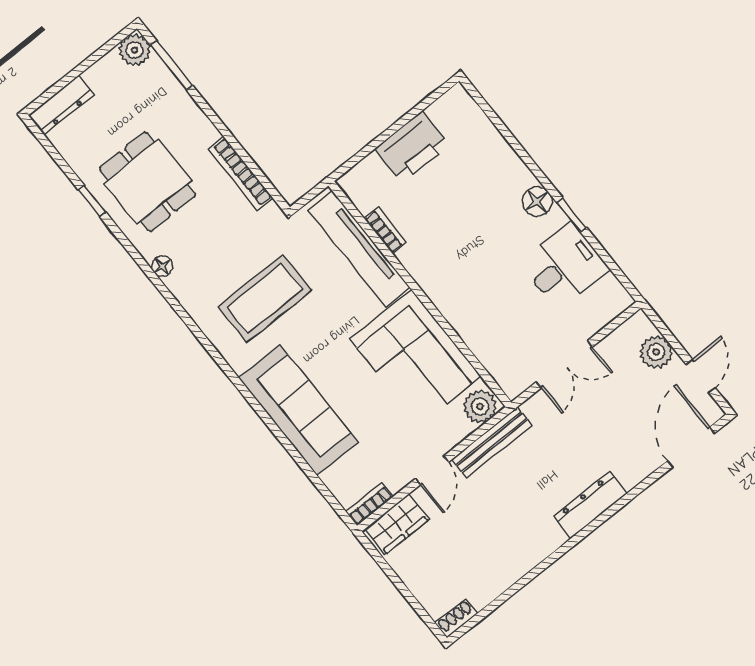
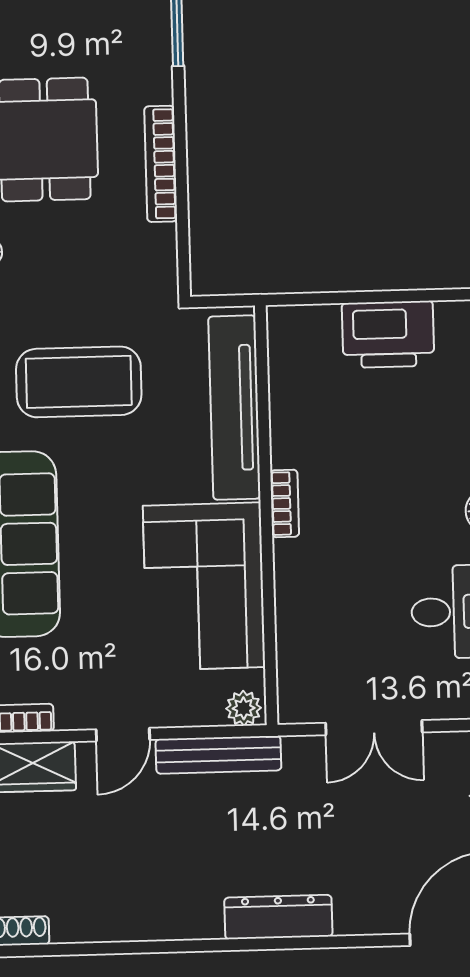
bookcase: (240, 173) -> (161, 164), moved
bookcase: (385, 230) -> (285, 503), moved
plant: (480, 406) -> (244, 708), width x0.73, depth x0.73

